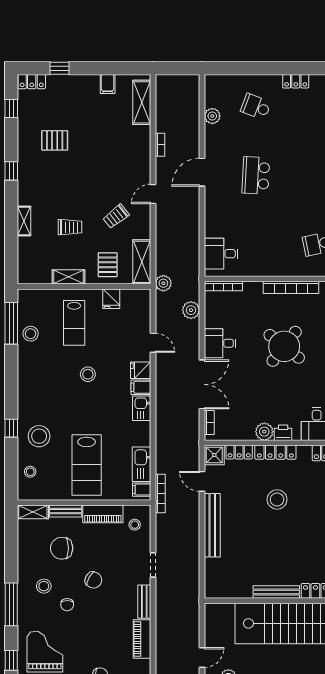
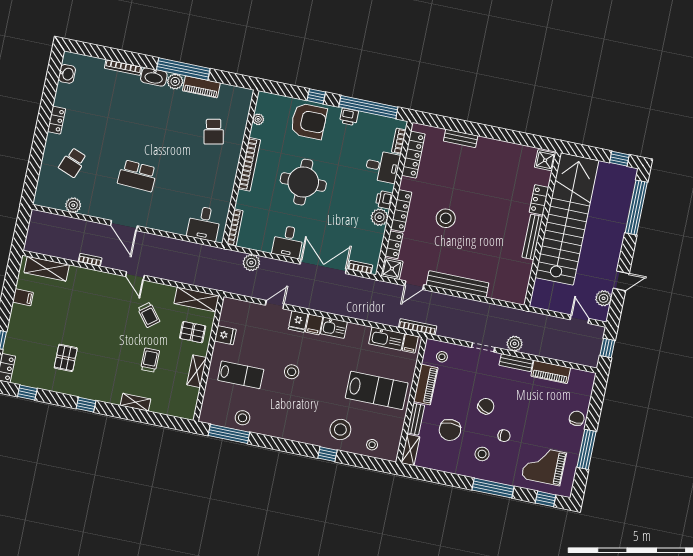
plant: (163, 283) -> (515, 344), moved
round table: (284, 346) -> (303, 182), turned -38

